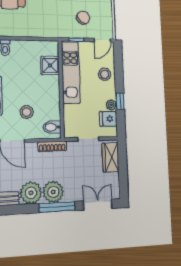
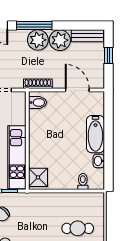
shower: (50, 65) -> (38, 177), moved
stool: (27, 112) -> (63, 118), removed

